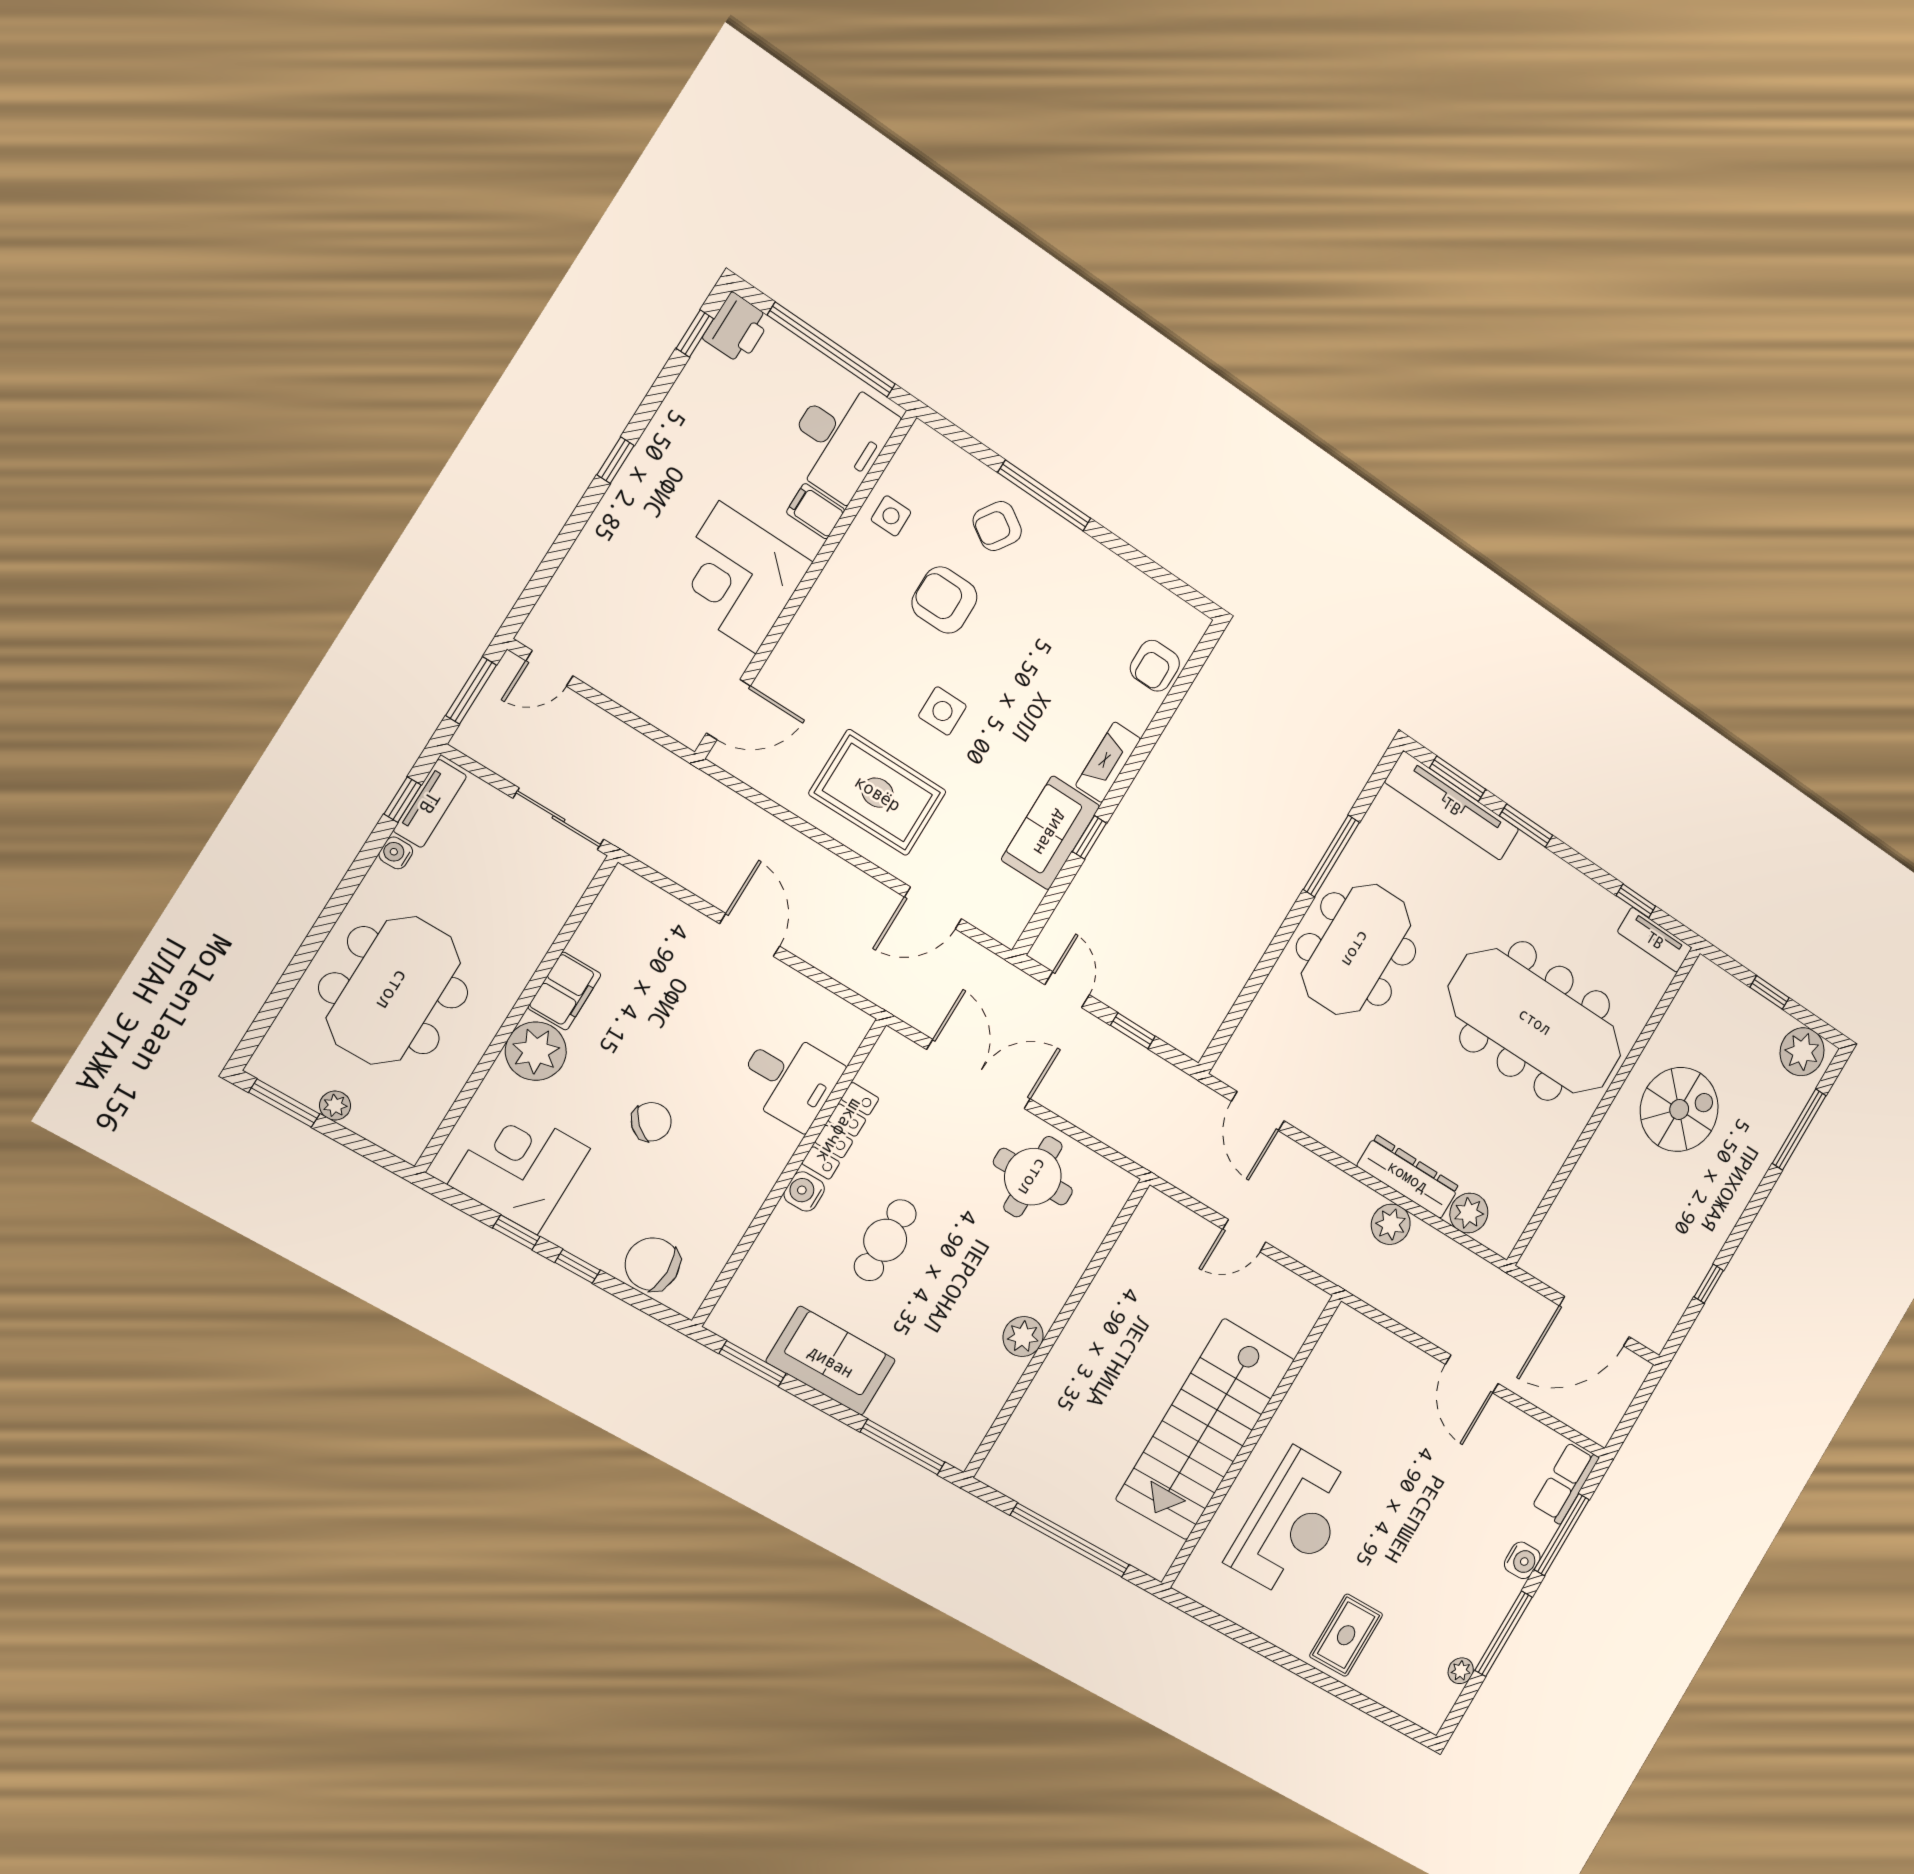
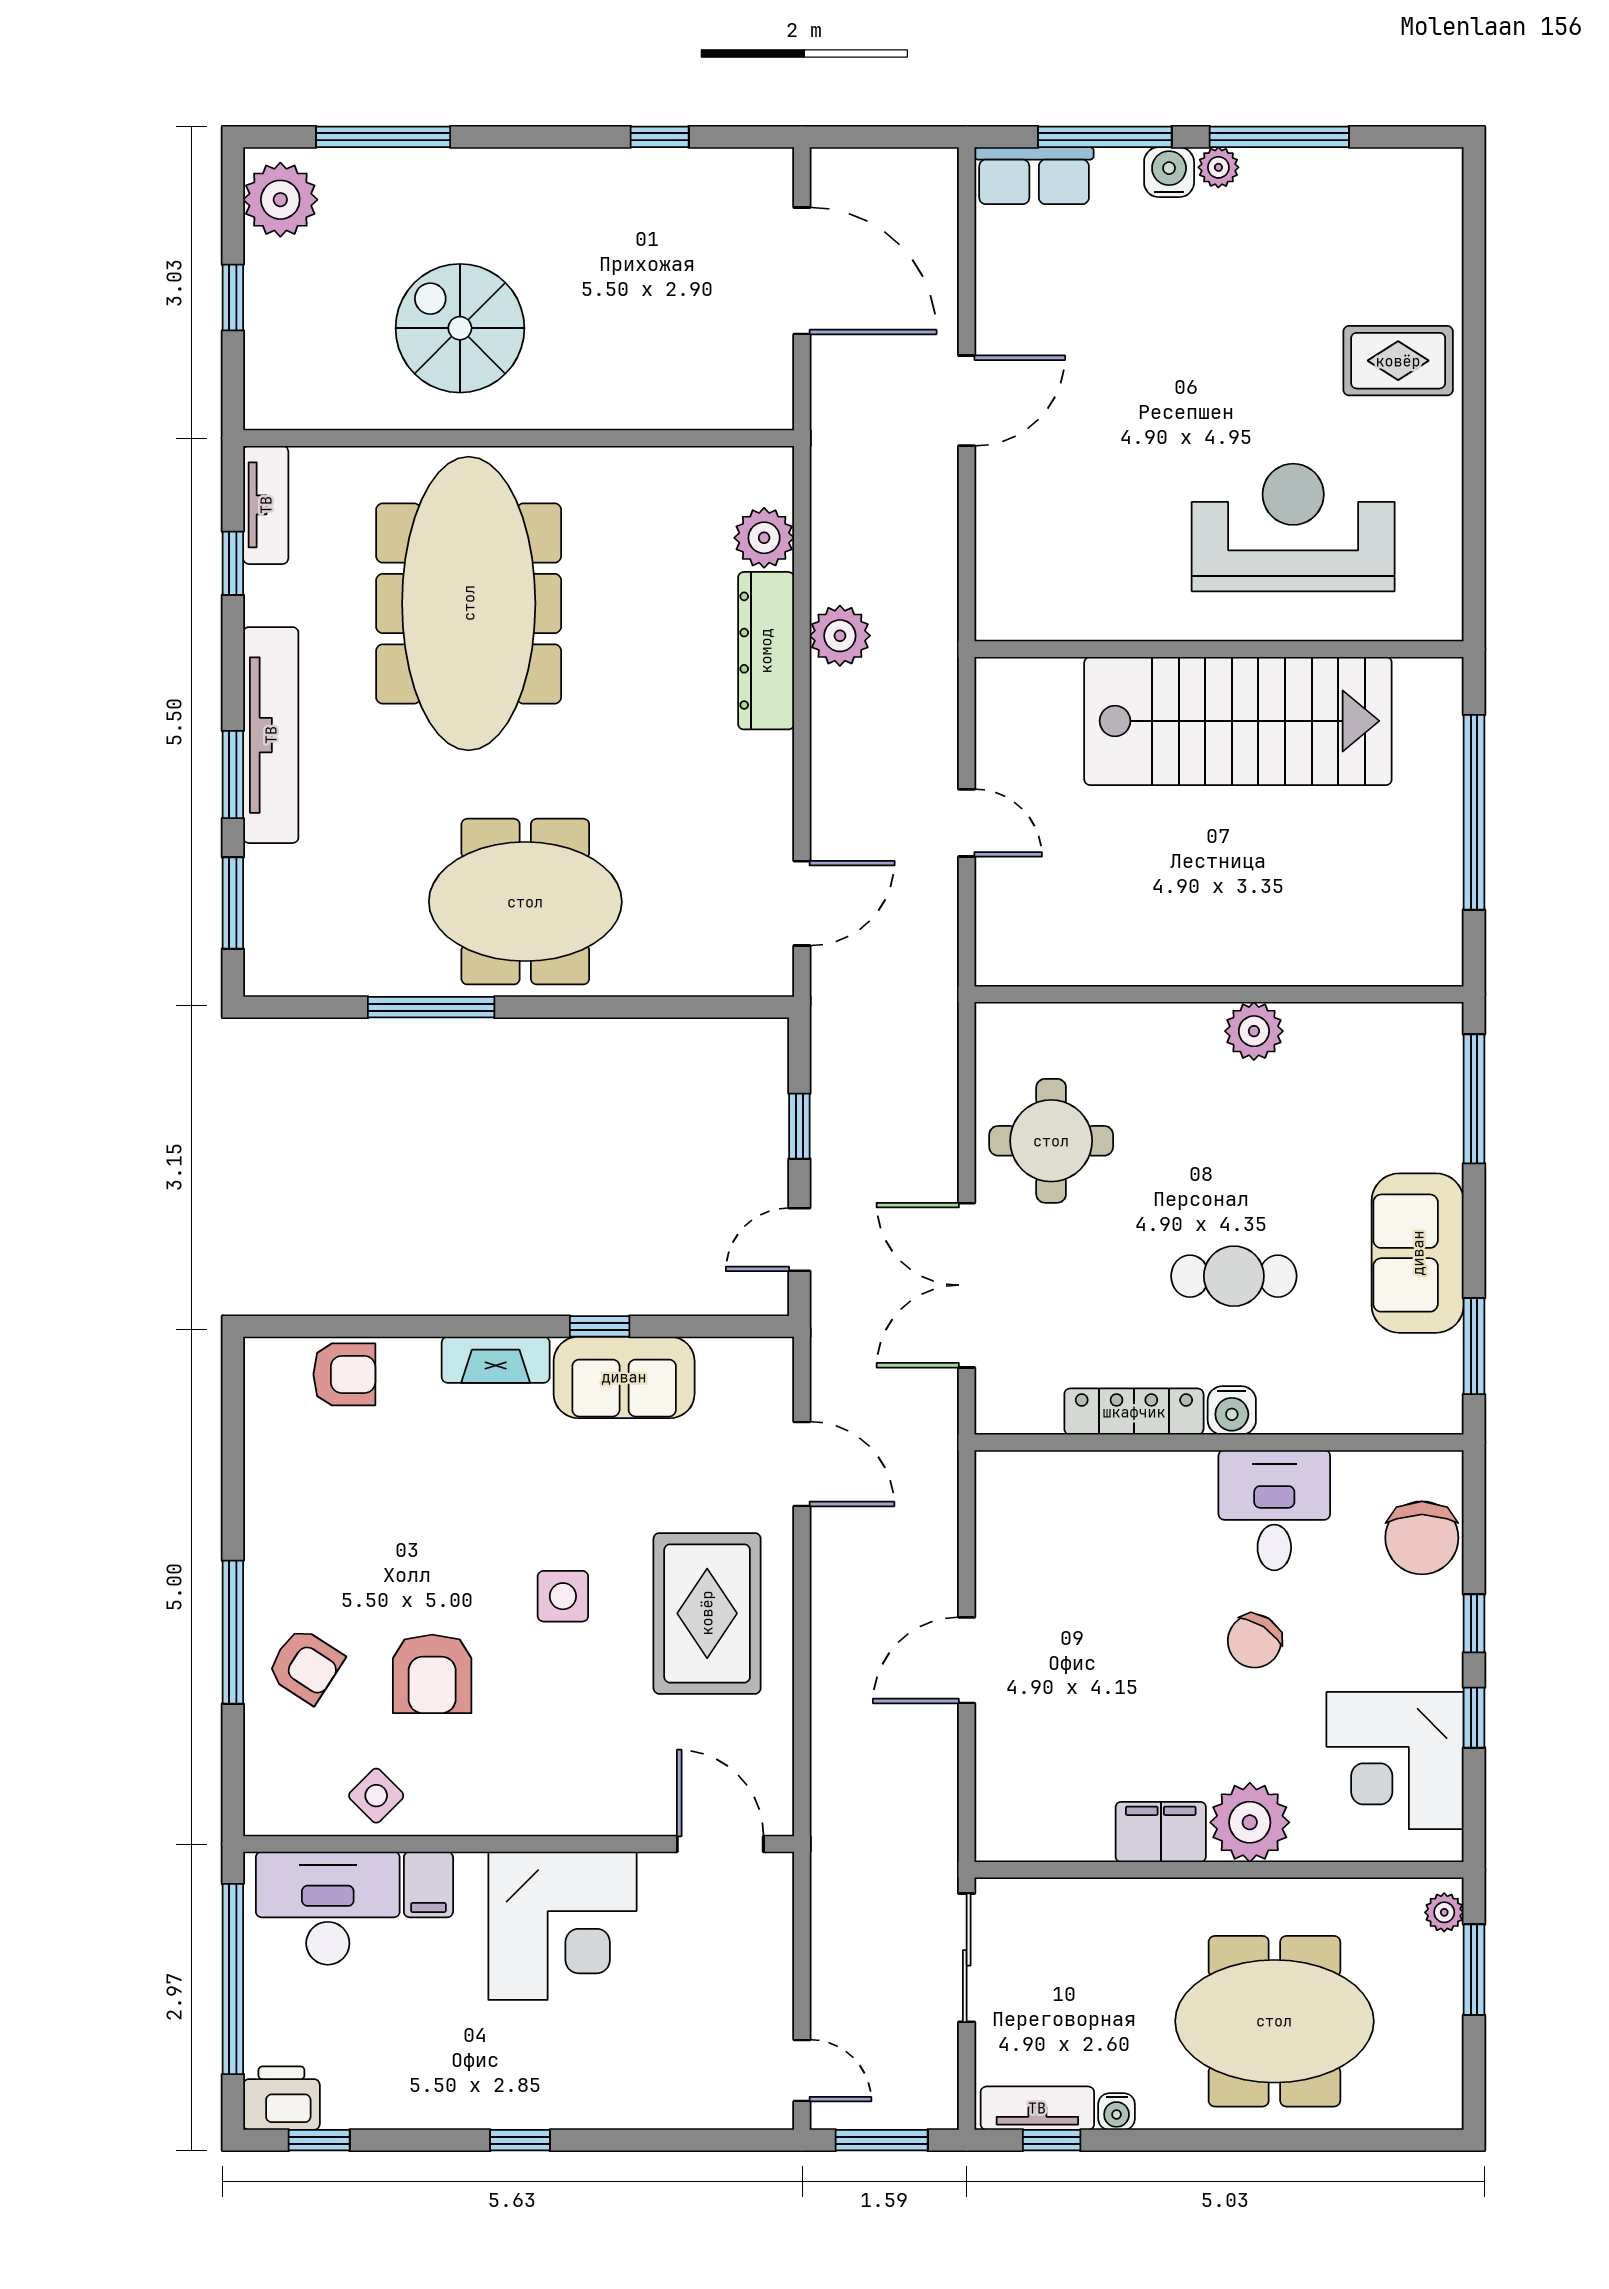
side table: (891, 516) -> (376, 1796), turned 45
tv unit: (1452, 806) -> (271, 735), moved
desk: (789, 1079) -> (1274, 1510), moved
window: (284, 1103) -> (1474, 1970), moved
plant: (335, 1106) -> (1444, 1912), moved
chair: (651, 1122) -> (1254, 1641), turned -100
plant: (1461, 1671) -> (1218, 167), moved

